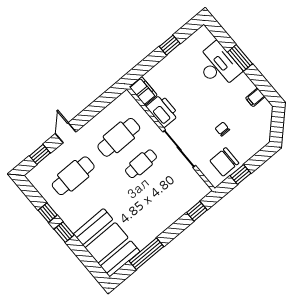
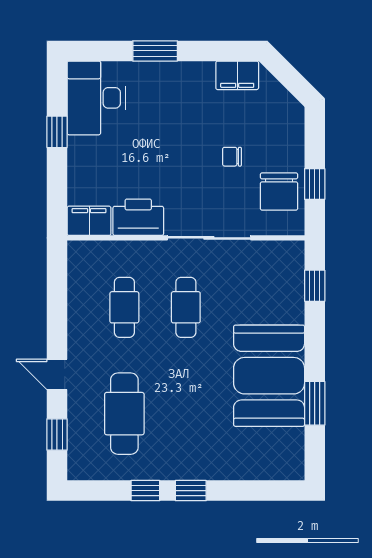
desk: (218, 66) -> (96, 98), moved, turned -90
filing cabinet: (255, 97) -> (237, 75), width x2.00
cafe table: (119, 137) -> (124, 307), width x0.73, depth x0.74
booth: (107, 243) -> (269, 376), moved, turned 90
window: (146, 254) -> (315, 403), width x0.69

